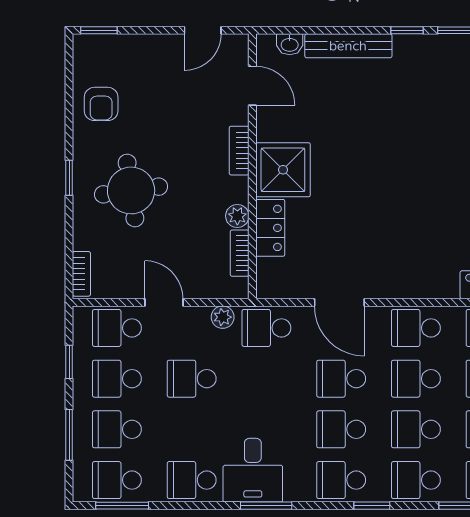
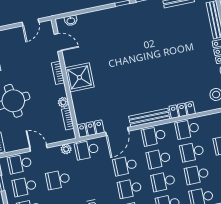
bench: (348, 46) -> (149, 118), moved
locker: (270, 228) -> (91, 129), moved, turned -90
door: (339, 302) -> (117, 132), hinge flipped

